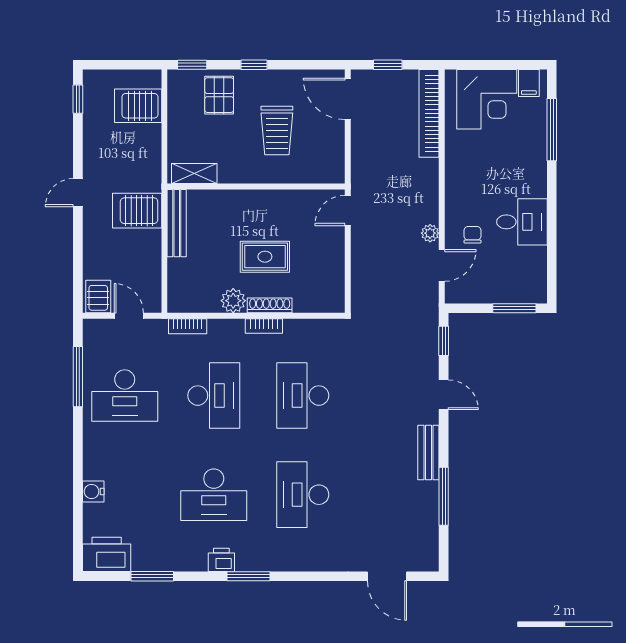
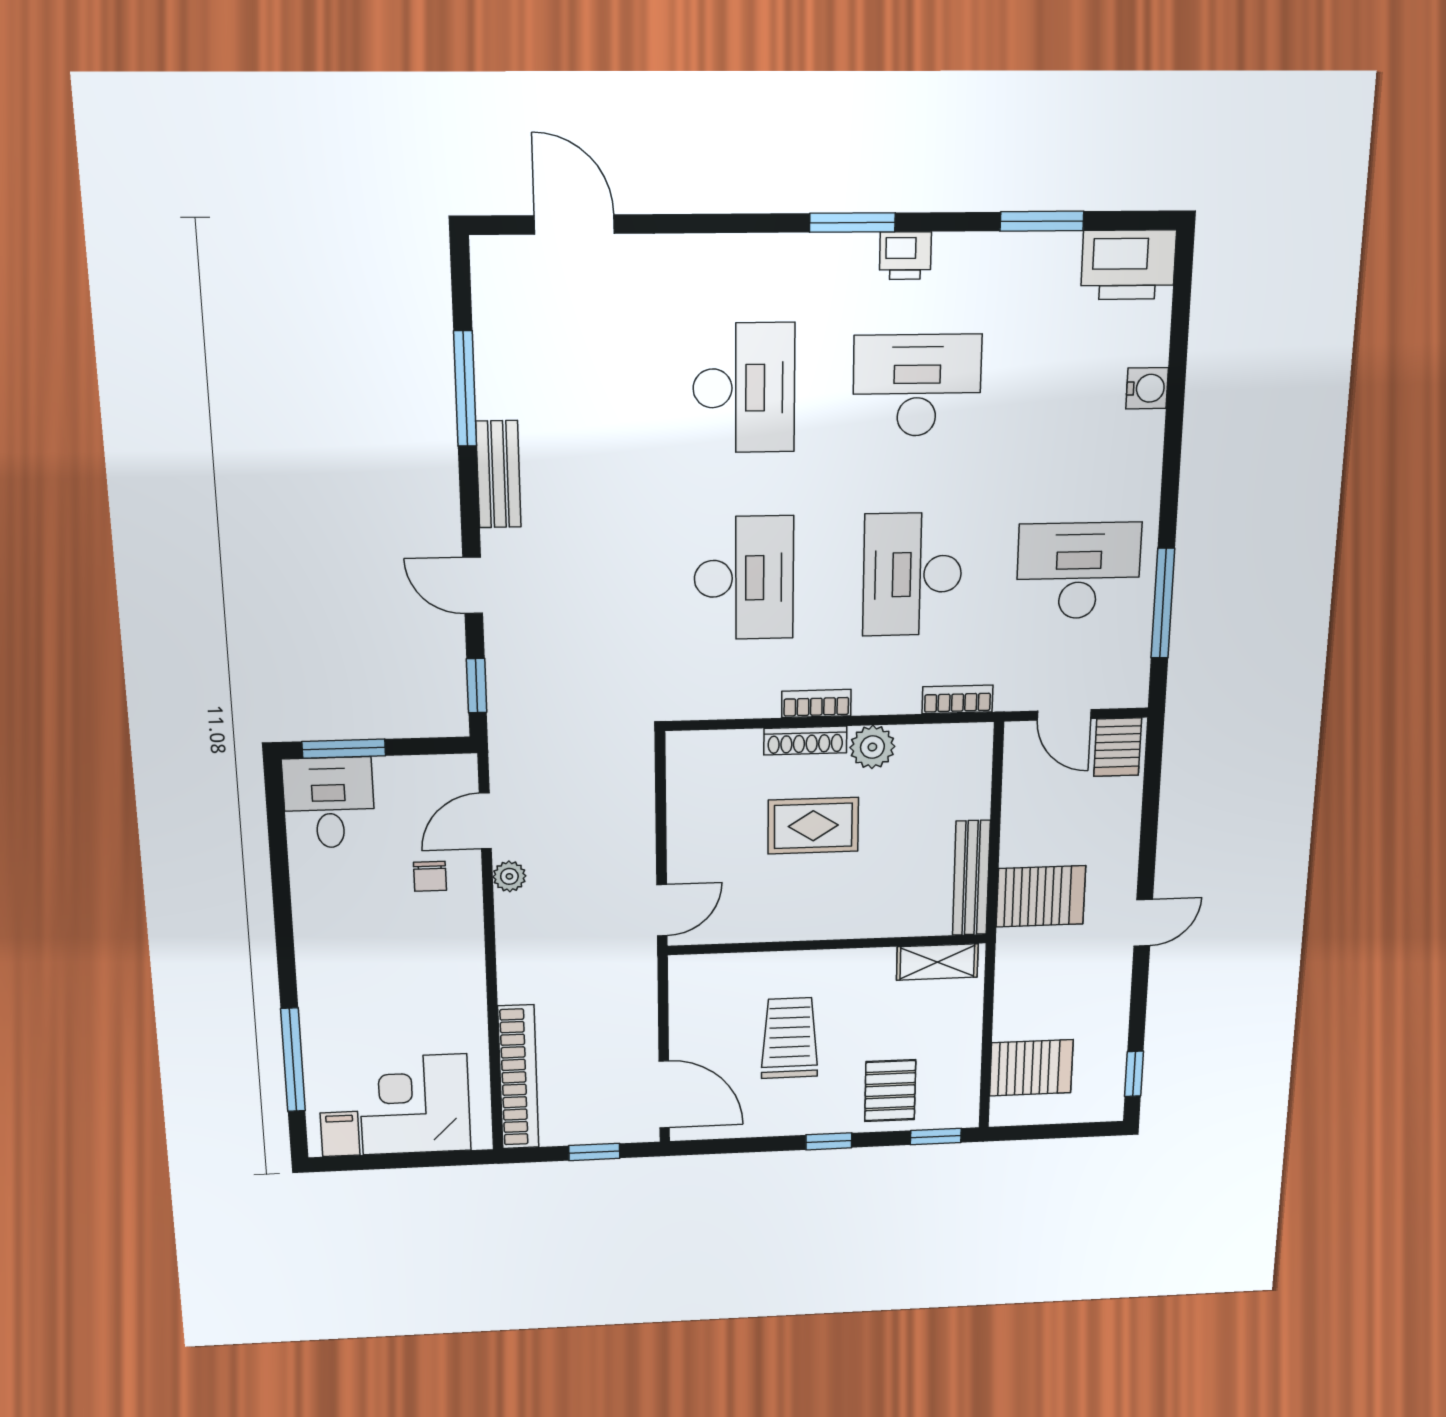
desk: (522, 222) -> (329, 803), moved, turned 90

